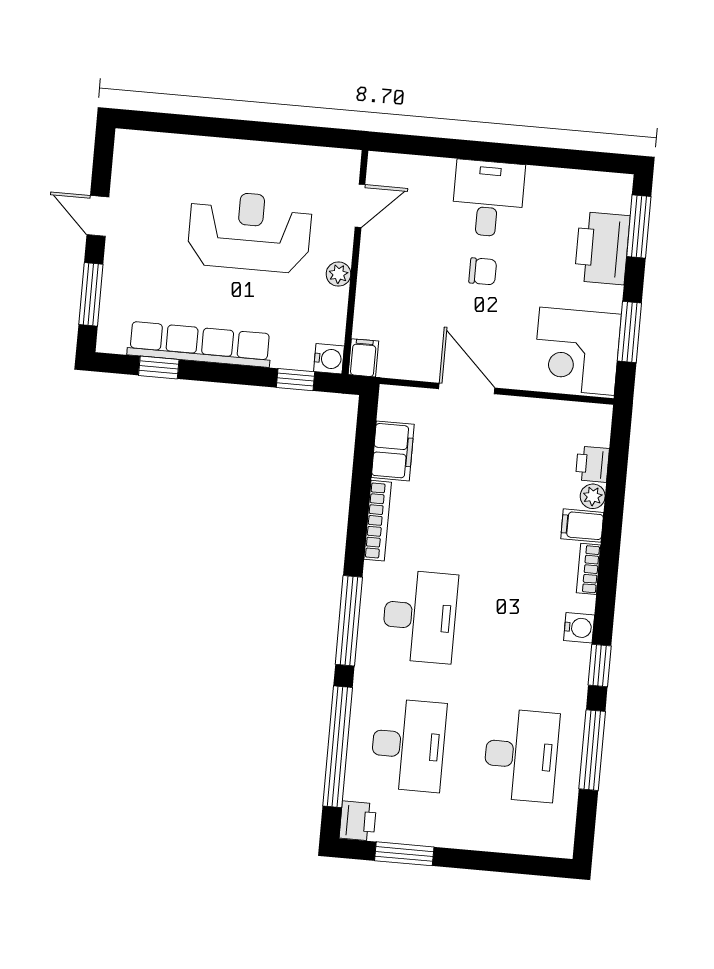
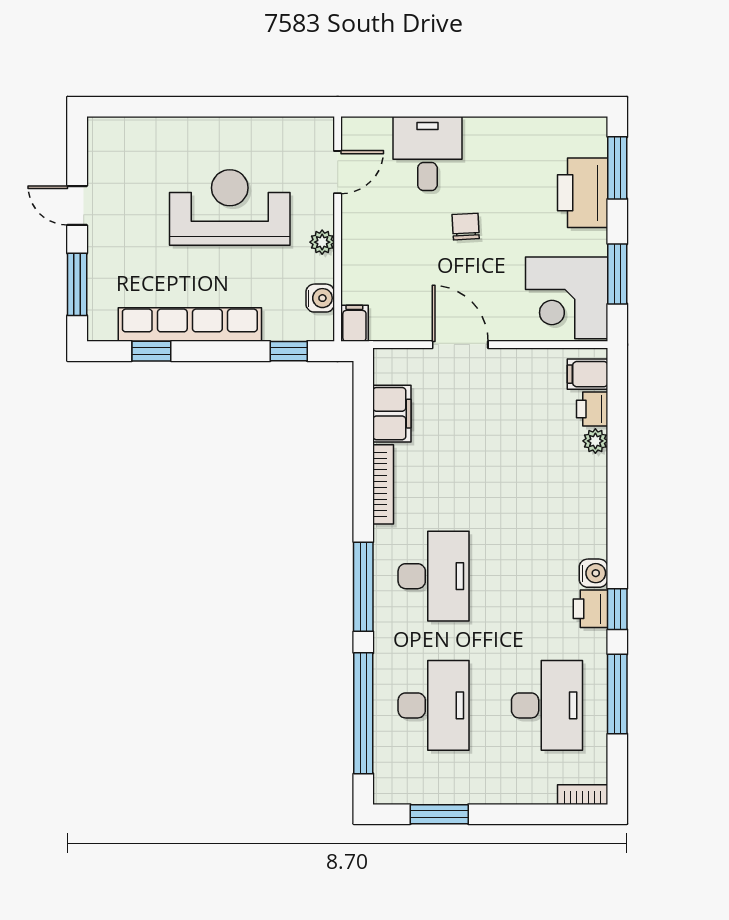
desk: (488, 199) -> (427, 153), moved
chair: (483, 271) -> (466, 227), turned -93
water cooler: (329, 359) -> (320, 298), moved
filing cabinet: (582, 526) -> (587, 374), moved
bookcase: (589, 569) -> (583, 795), moved, turned 90
printer: (358, 821) -> (591, 609), moved, turned 180

